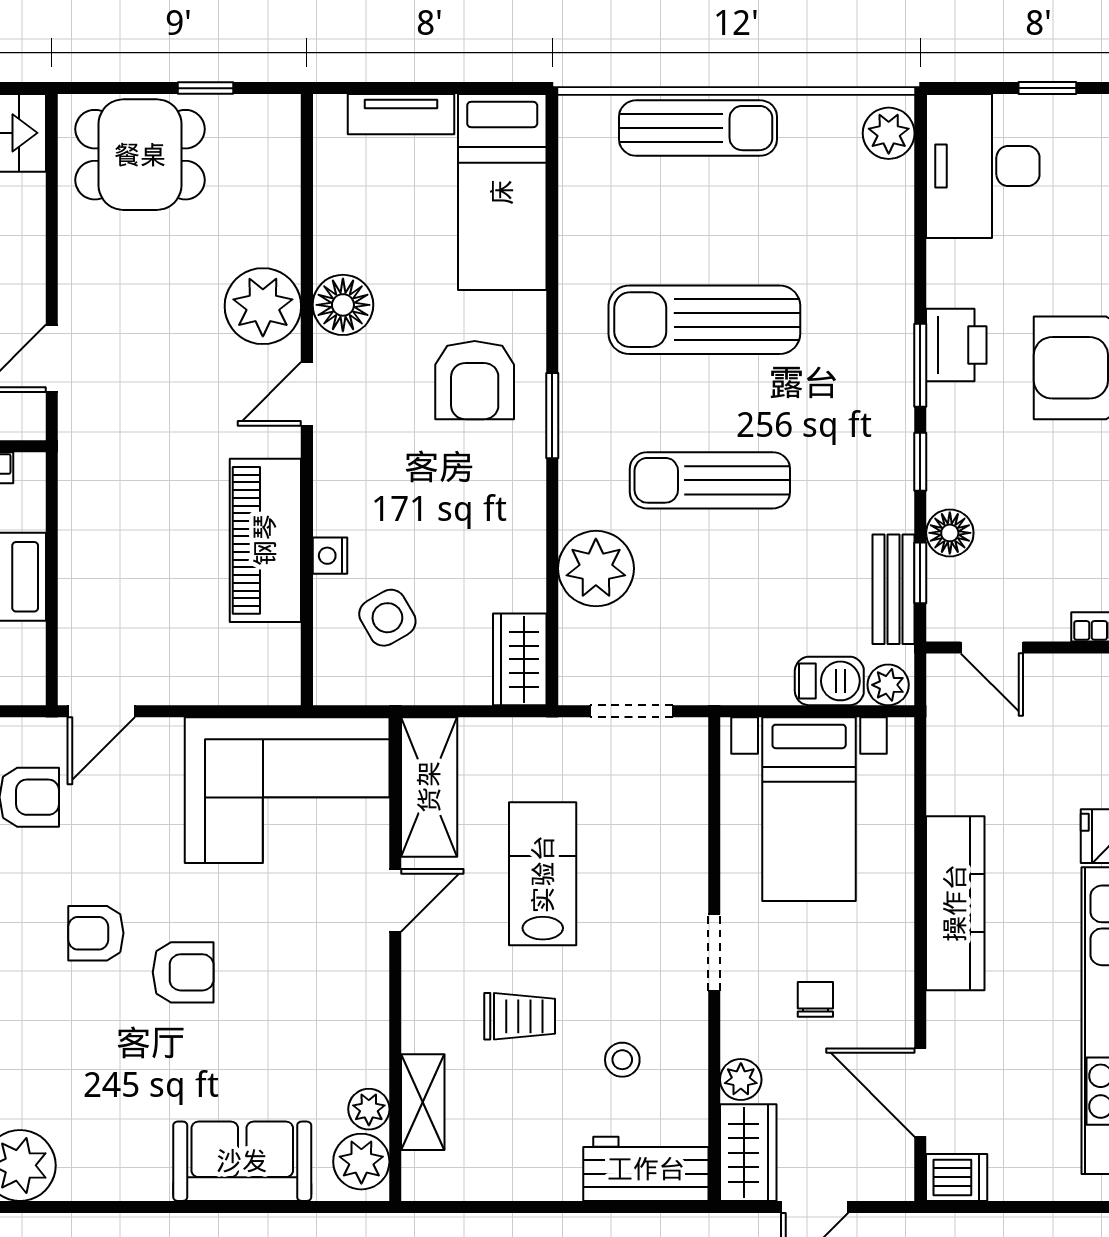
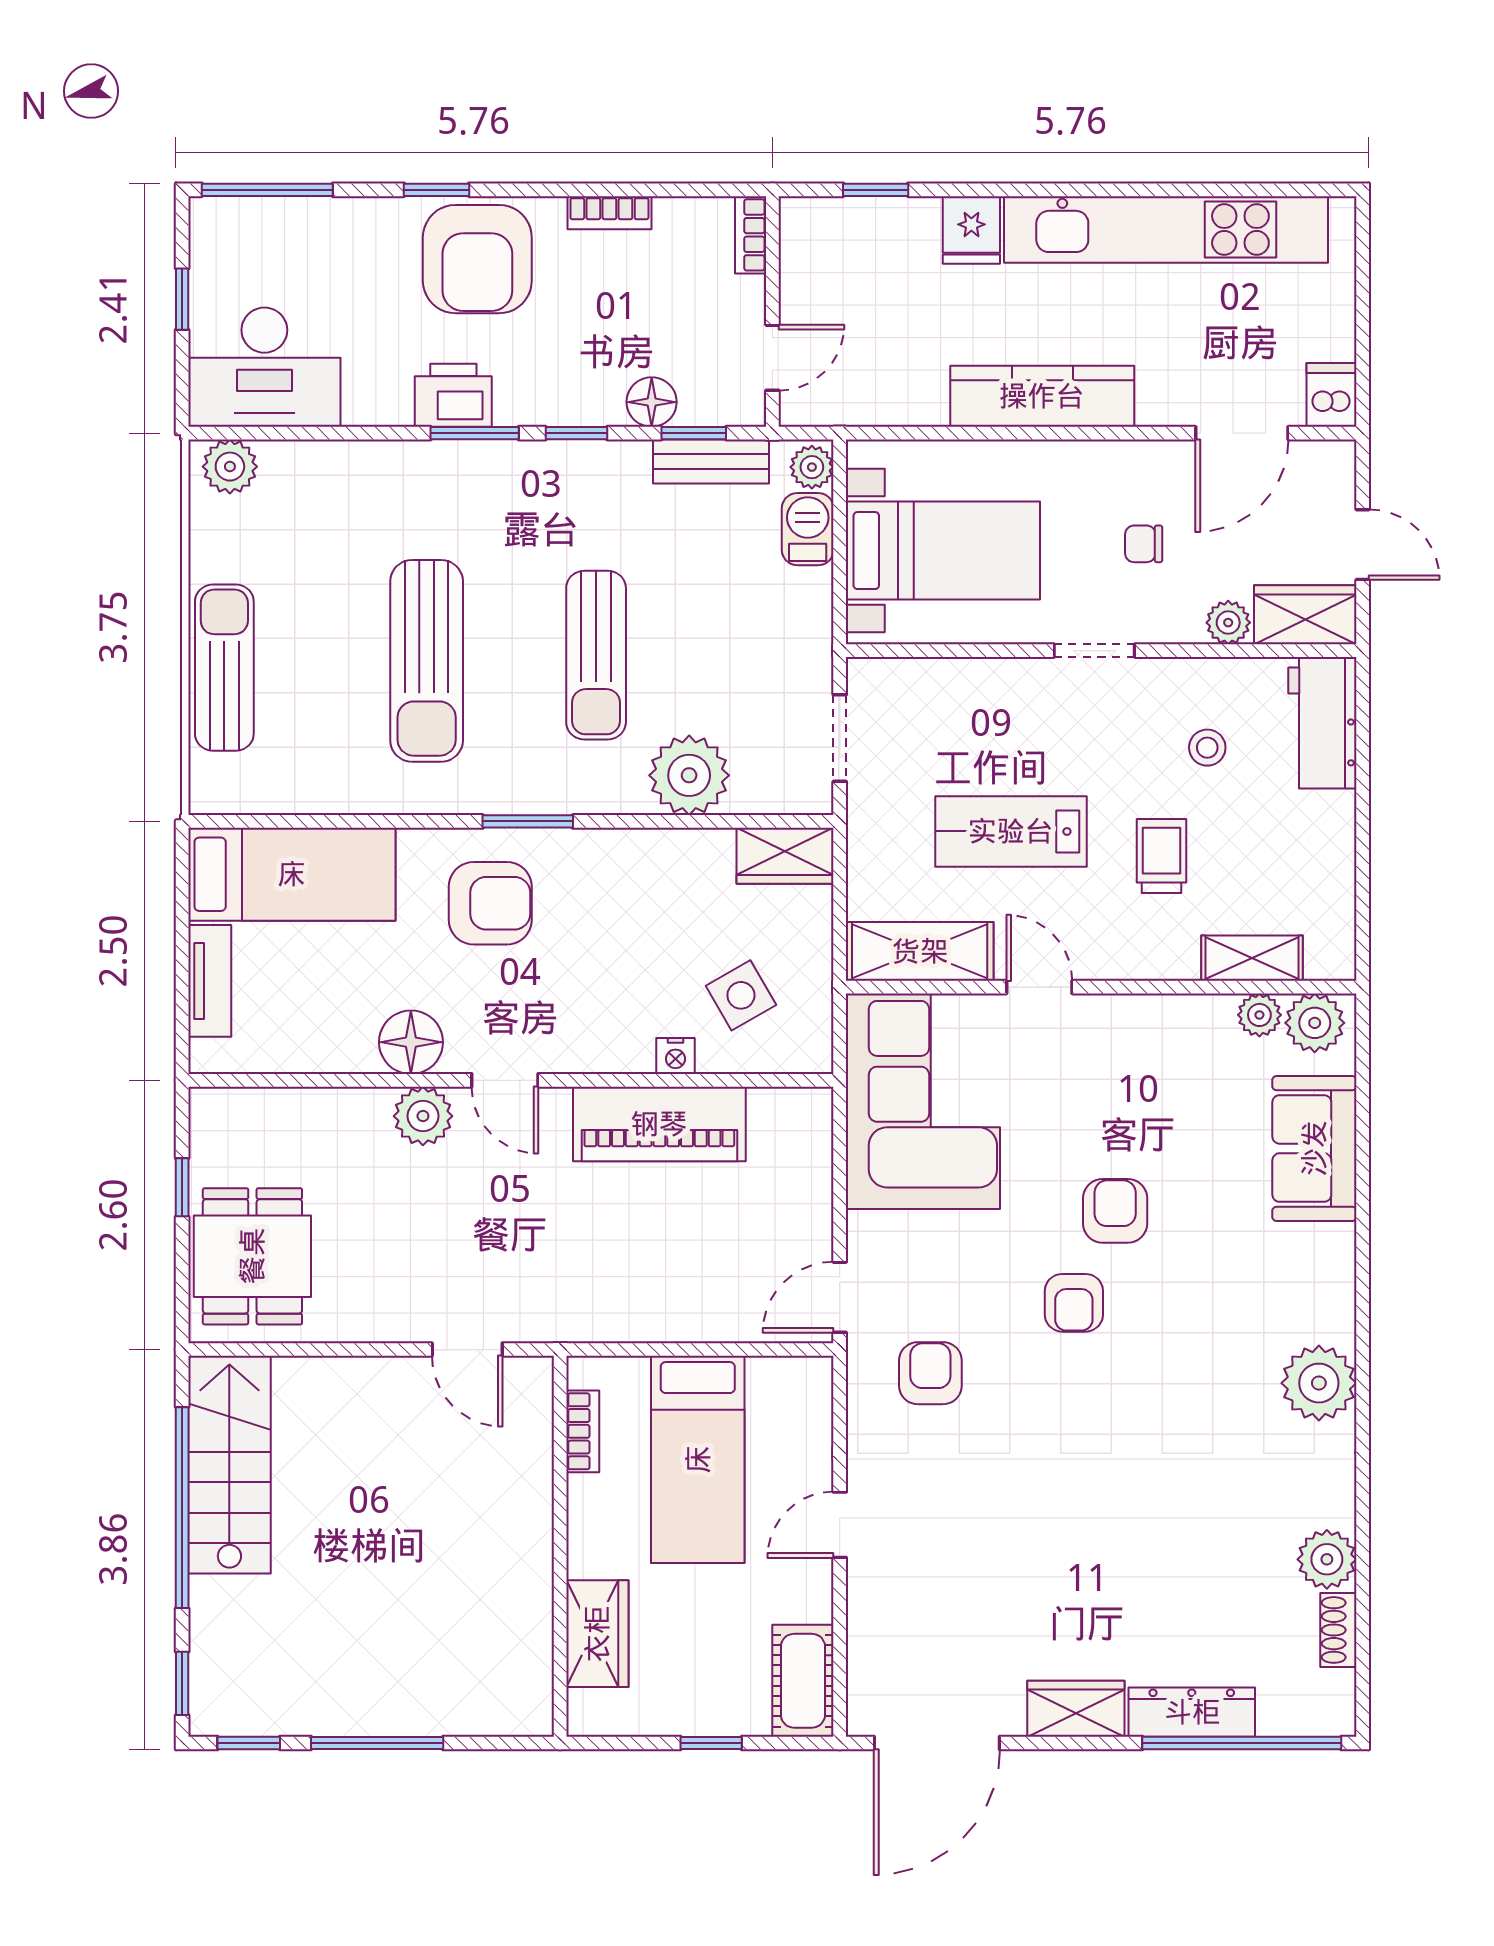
plant: (263, 306) -> (423, 1116), width x0.73, depth x0.73
door: (101, 711) -> (840, 1297), swing flipped

